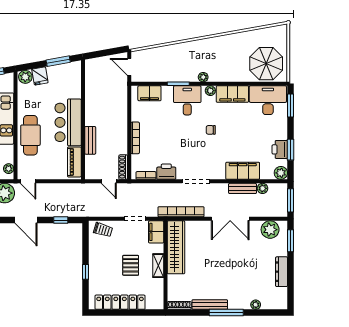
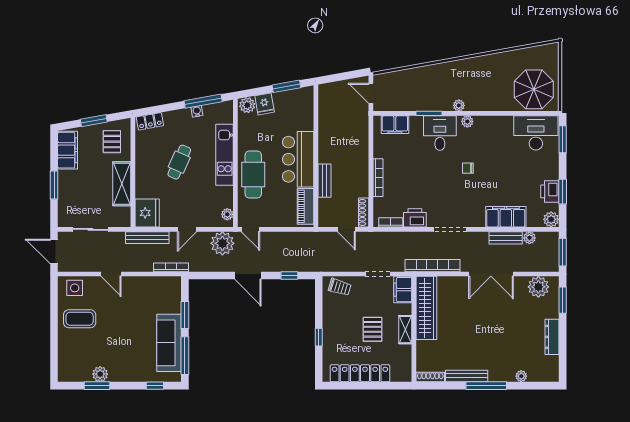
filing cabinet: (232, 94) -> (494, 126), removed

